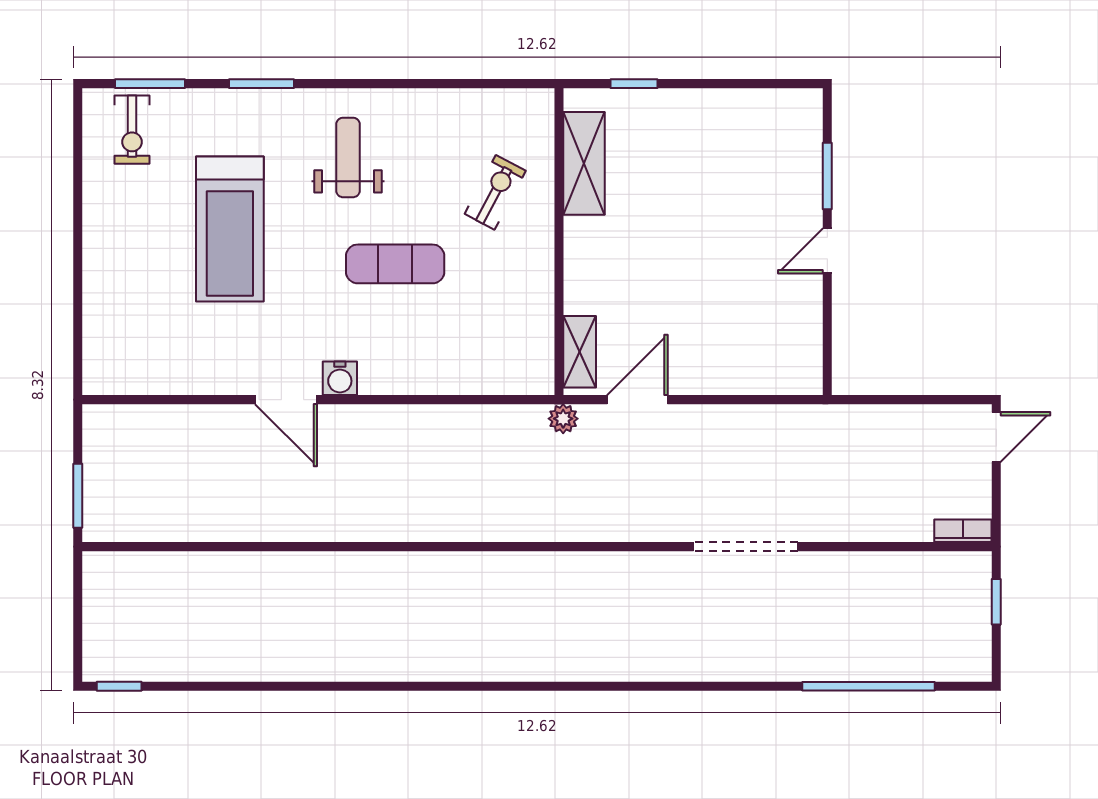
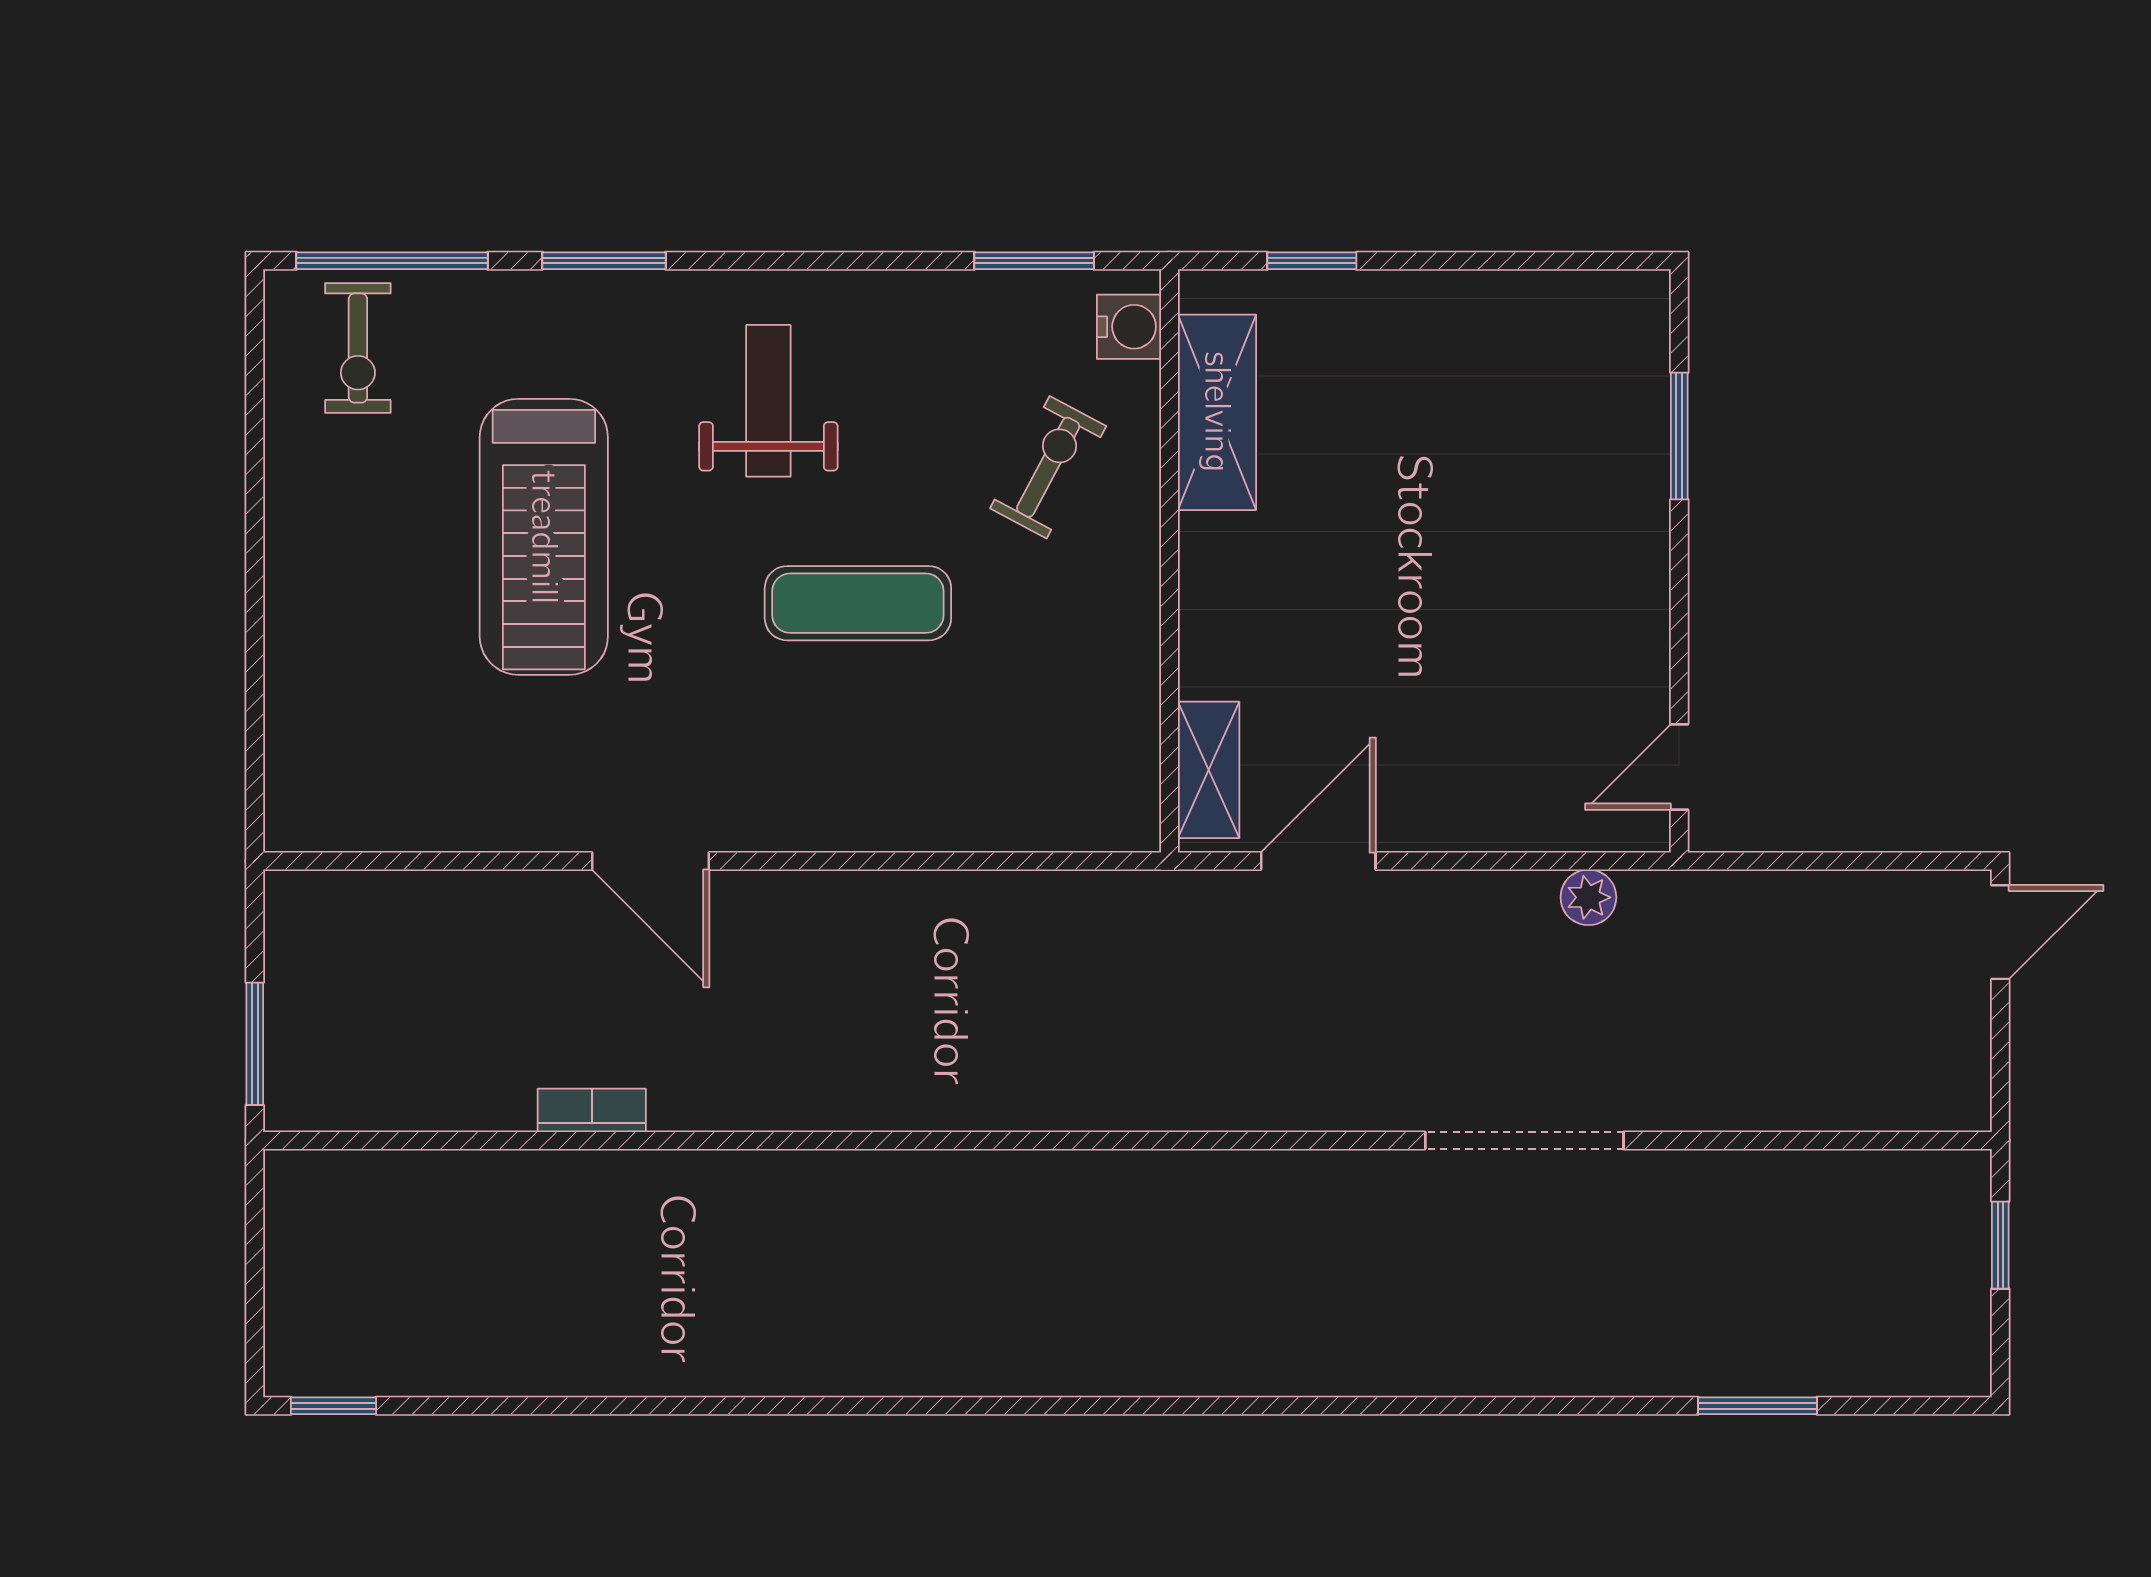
window: (150, 84) -> (392, 261), width x1.44
window: (488, 84) -> (1034, 261), added
door: (827, 251) -> (1679, 767), moved
water cooler: (340, 378) -> (1129, 327), moved, turned -90
plant: (563, 419) -> (1588, 897), moved
bookcase: (963, 531) -> (592, 1110), moved
window: (869, 686) -> (1758, 1406), width x0.47

